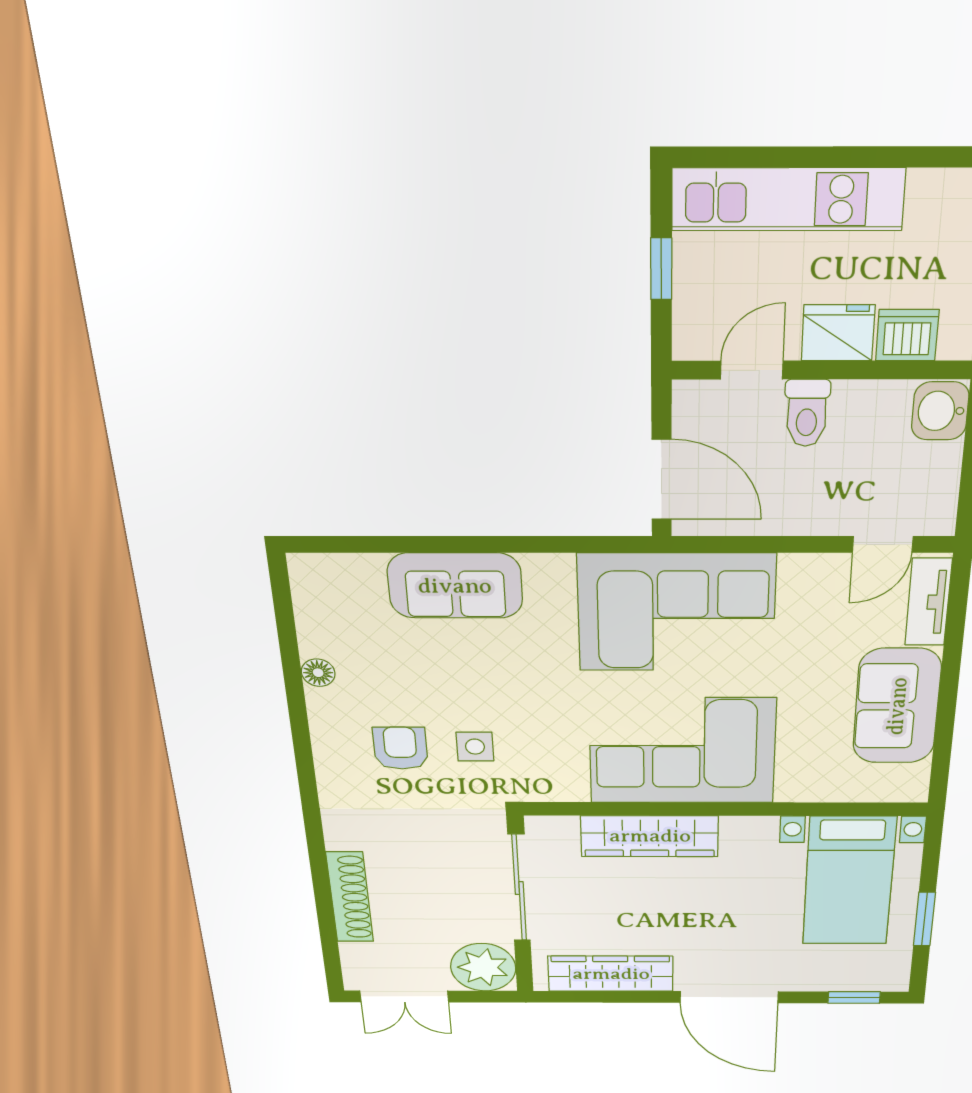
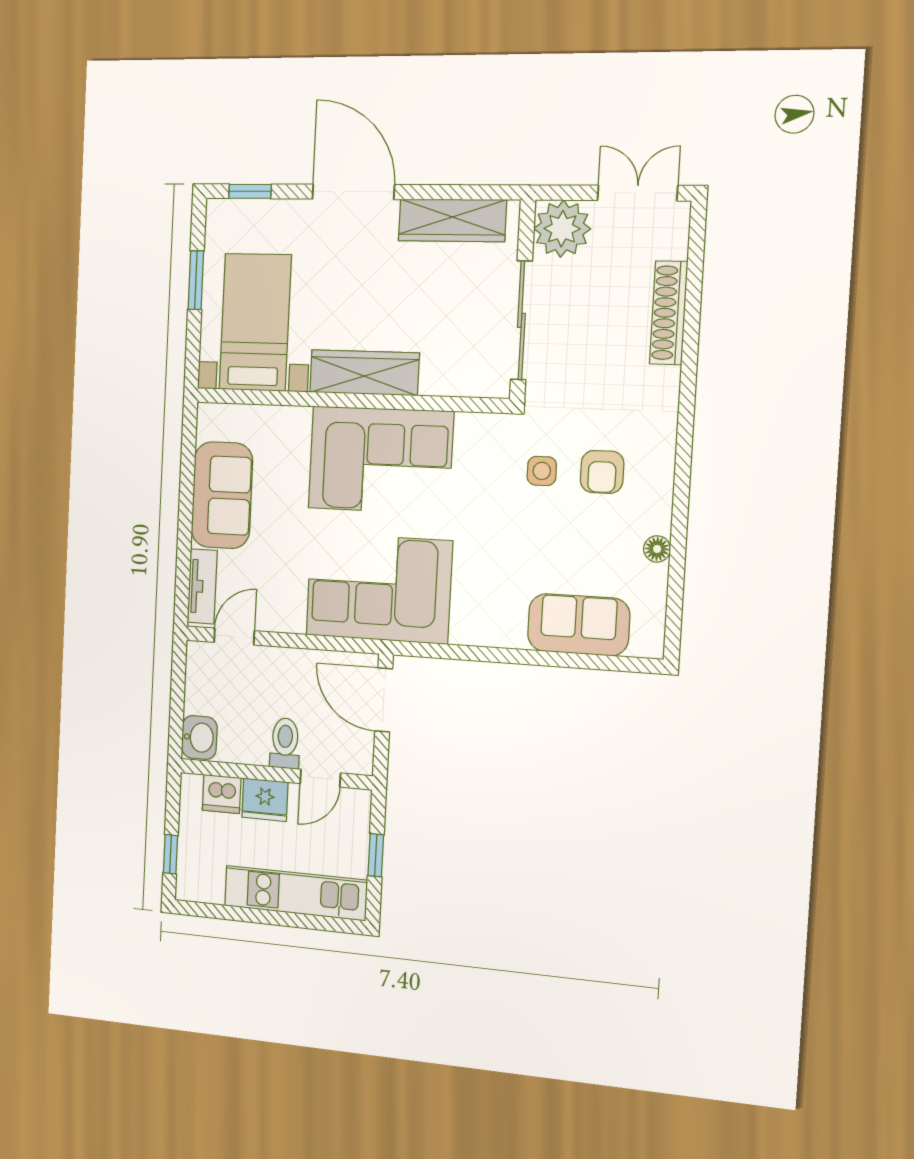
sofa: (455, 586) -> (579, 625), moved
wardrobe: (650, 836) -> (364, 373), moved

